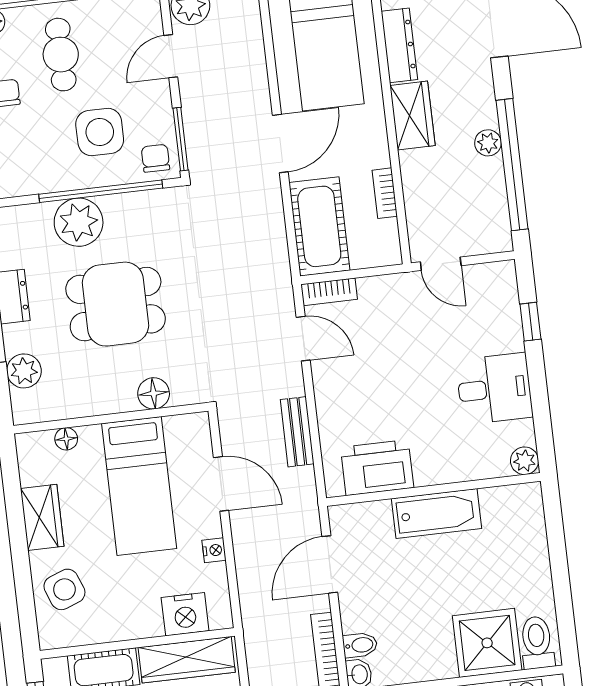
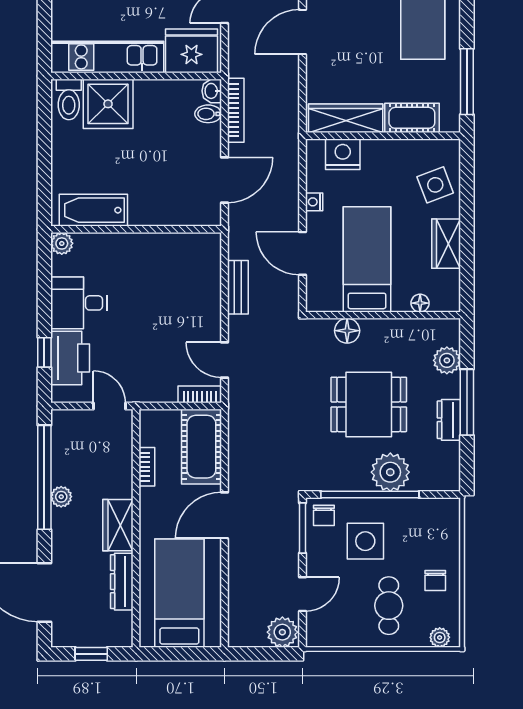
printer: (377, 468) -> (70, 358), moved, turned -90
bathtub: (436, 514) -> (93, 210), moved

